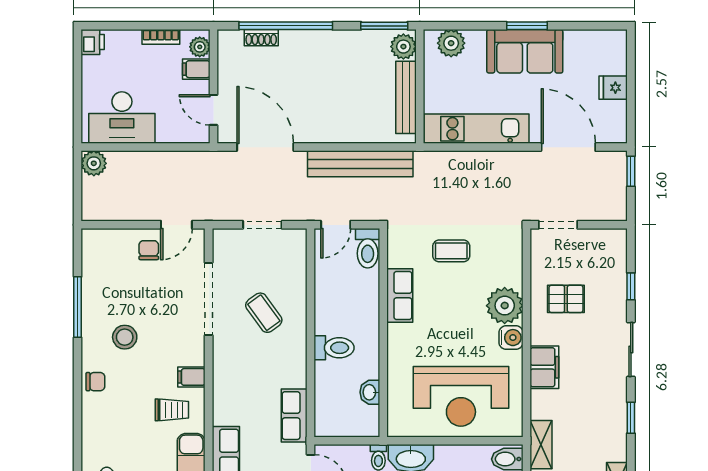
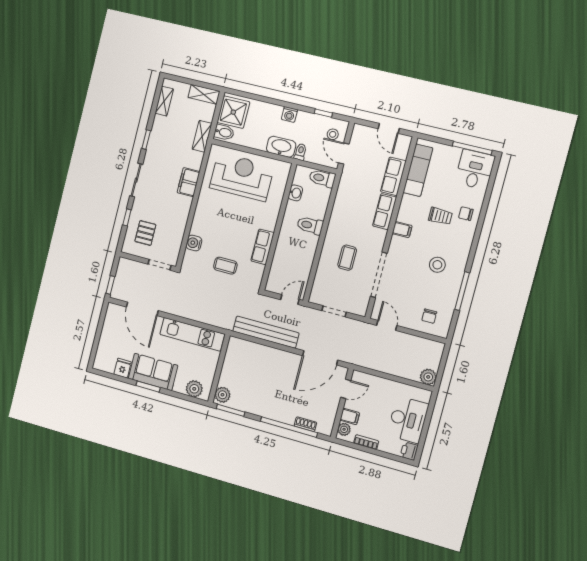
fridge: (613, 88) -> (123, 368), moved, turned -90
bench: (406, 97) -> (229, 364), removed
door: (213, 110) -> (346, 389), hinge flipped
desk: (122, 118) -> (408, 420), moved, turned 90
door: (265, 147) -> (320, 358), hinge flipped
door: (176, 225) -> (387, 325), hinge flipped
toilet: (368, 248) -> (322, 178), moved, turned -90
chair: (149, 250) -> (429, 316), moved
pallet: (566, 299) -> (145, 233), moved, turned 90
plant: (505, 306) -> (202, 225), removed
coffee table: (264, 313) -> (347, 258), turned 36
water cooler: (511, 338) -> (194, 243), moved
chair: (95, 382) -> (466, 214), moved
trolley: (172, 410) -> (440, 216), moved, turned 180
row of seats: (294, 416) -> (385, 212), moved, turned 180

